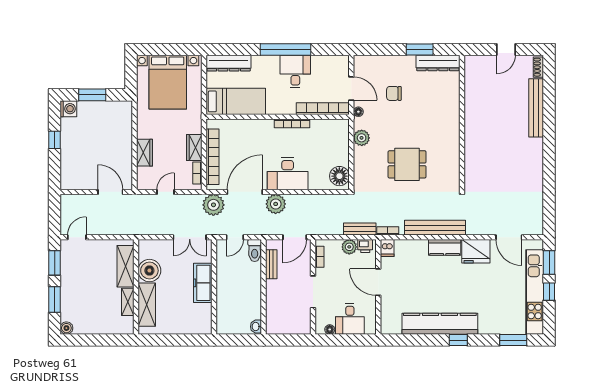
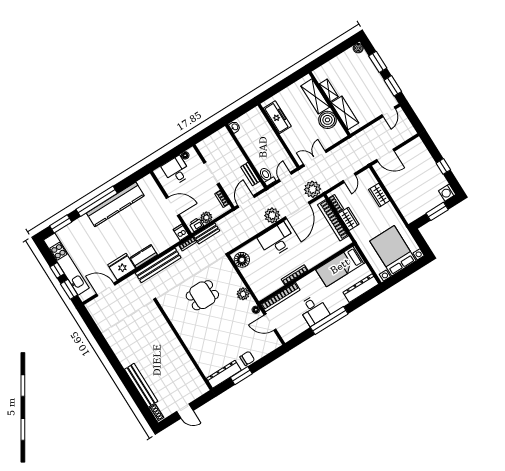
door: (506, 50) -> (185, 411), swing flipped
chair: (394, 93) -> (247, 358), moved
freezer: (203, 283) -> (277, 117), moved
window: (458, 340) -> (97, 201), width x3.17

